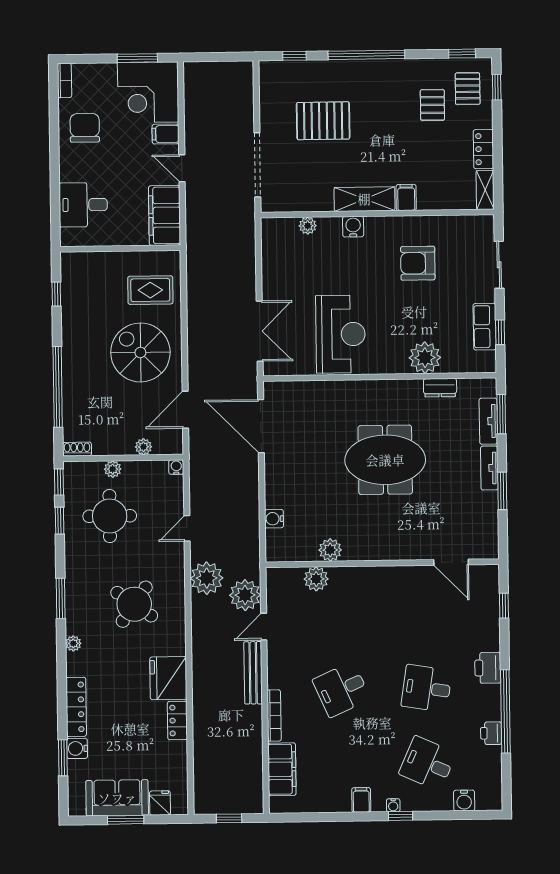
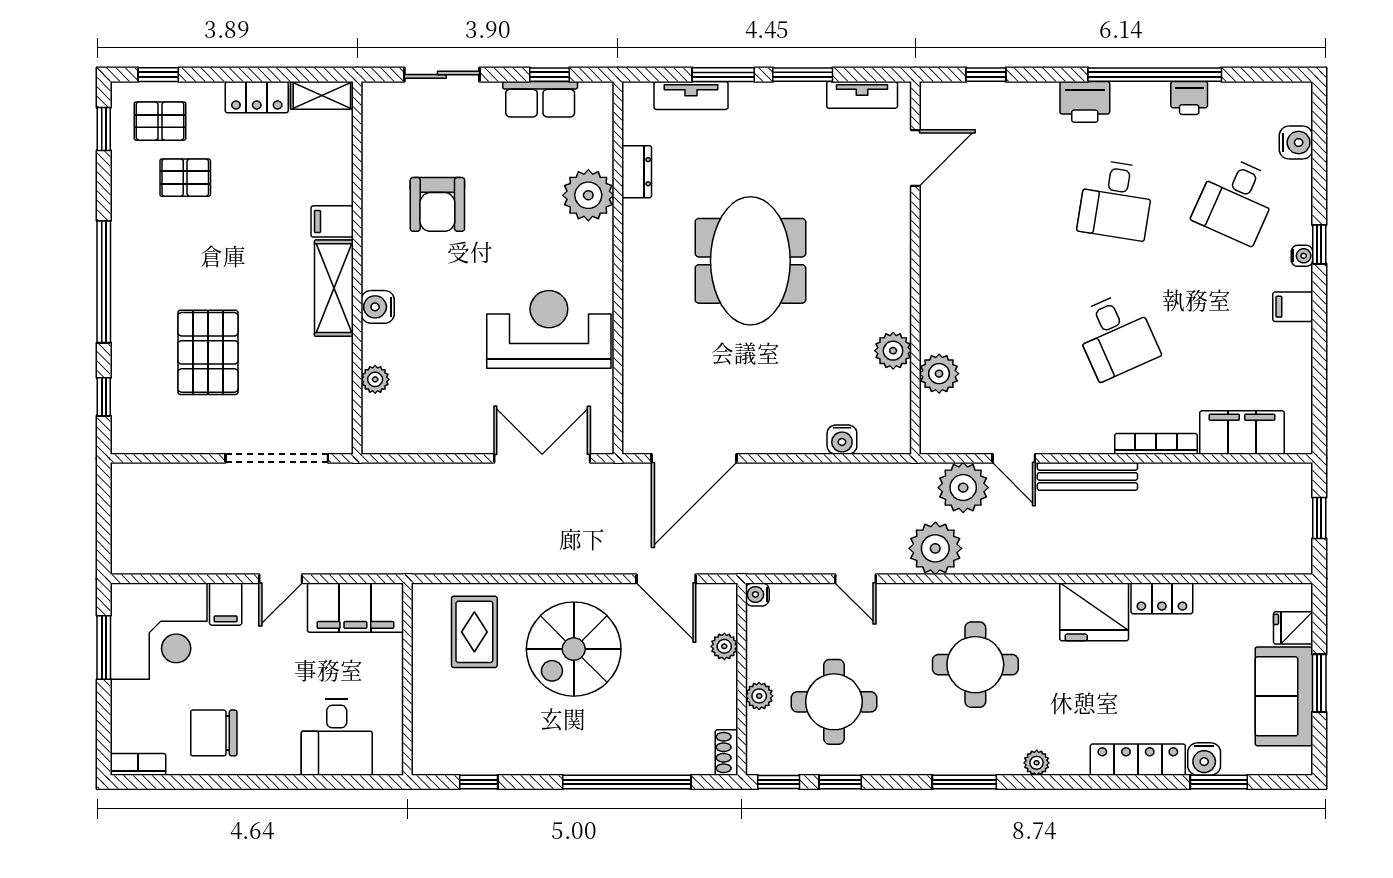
window: (501, 414) -> (723, 75), moved
tv unit: (489, 468) -> (862, 95), moved
round table: (134, 604) -> (975, 665), turned -35

